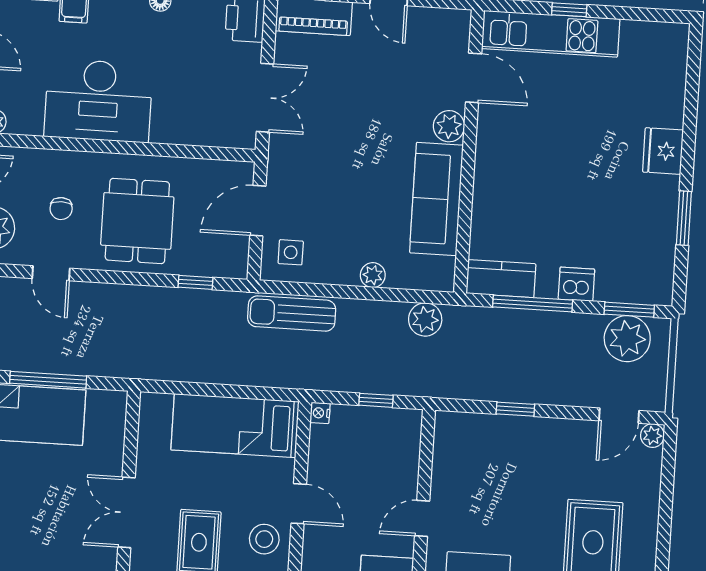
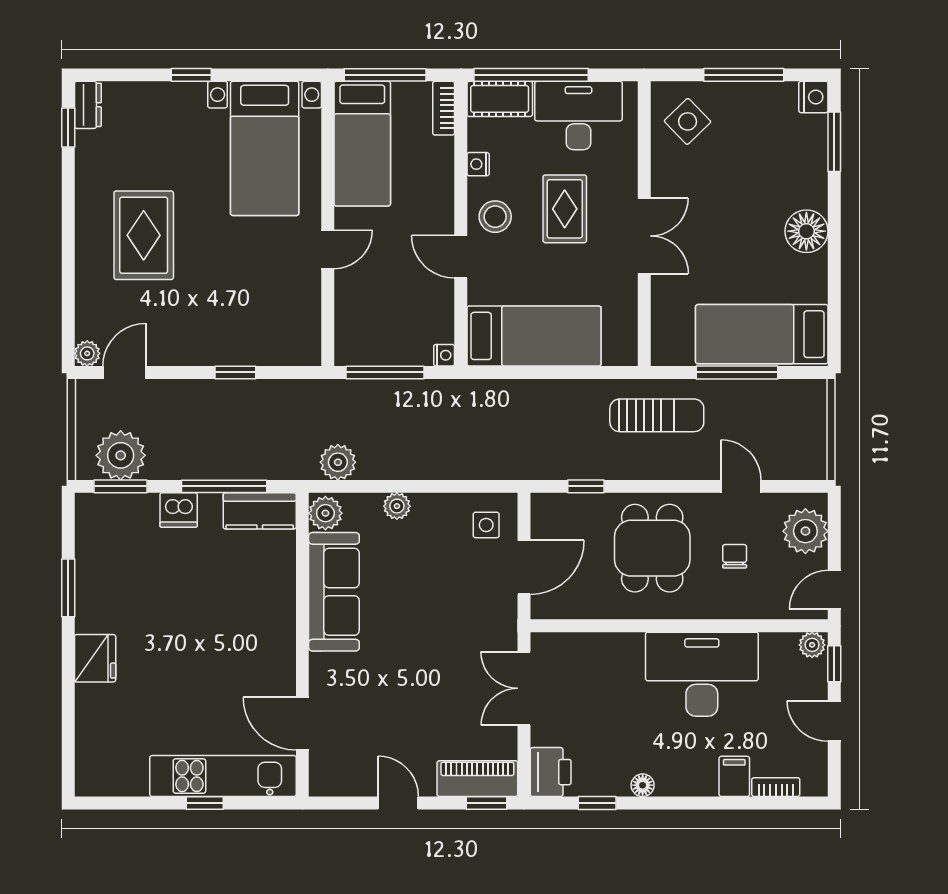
plant: (449, 126) -> (325, 513), moved
sun lounger: (292, 313) -> (657, 415), moved
window: (376, 400) -> (385, 372), width x2.17

